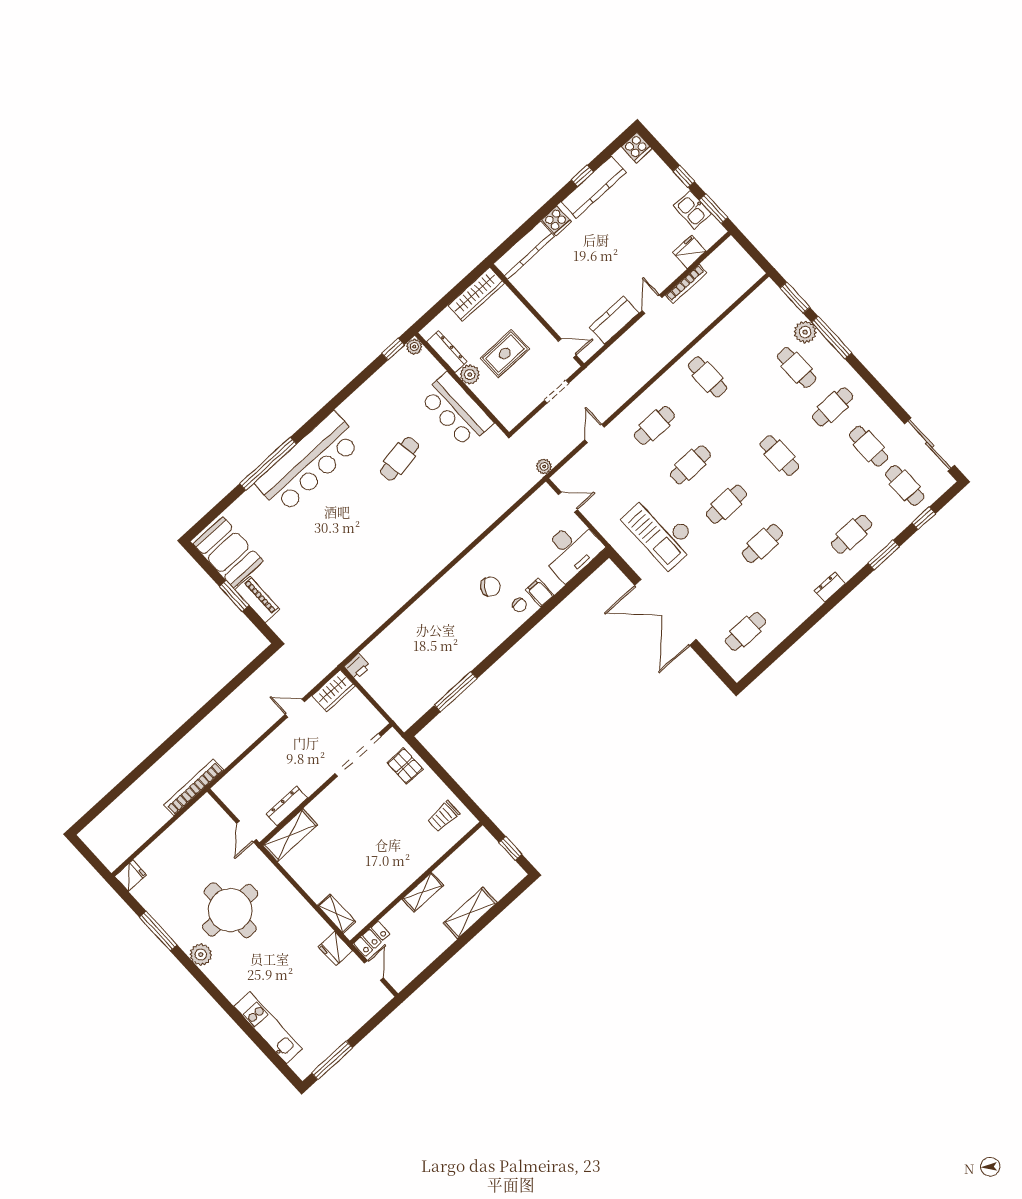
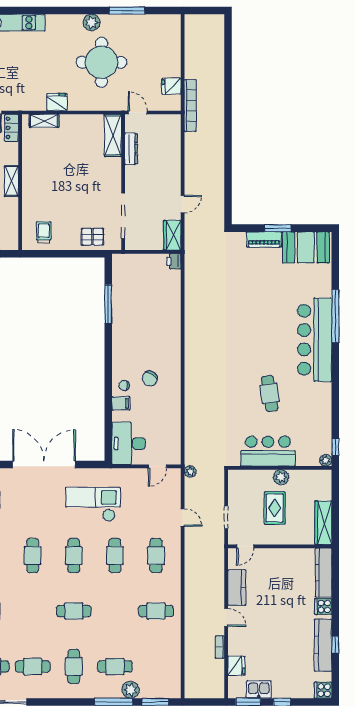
bookcase: (686, 284) -> (220, 647), width x0.64
dresser: (447, 352) -> (306, 476), removed
fridge: (131, 876) -> (171, 86), moved, turned 90
fridge: (336, 949) -> (57, 102), moved

